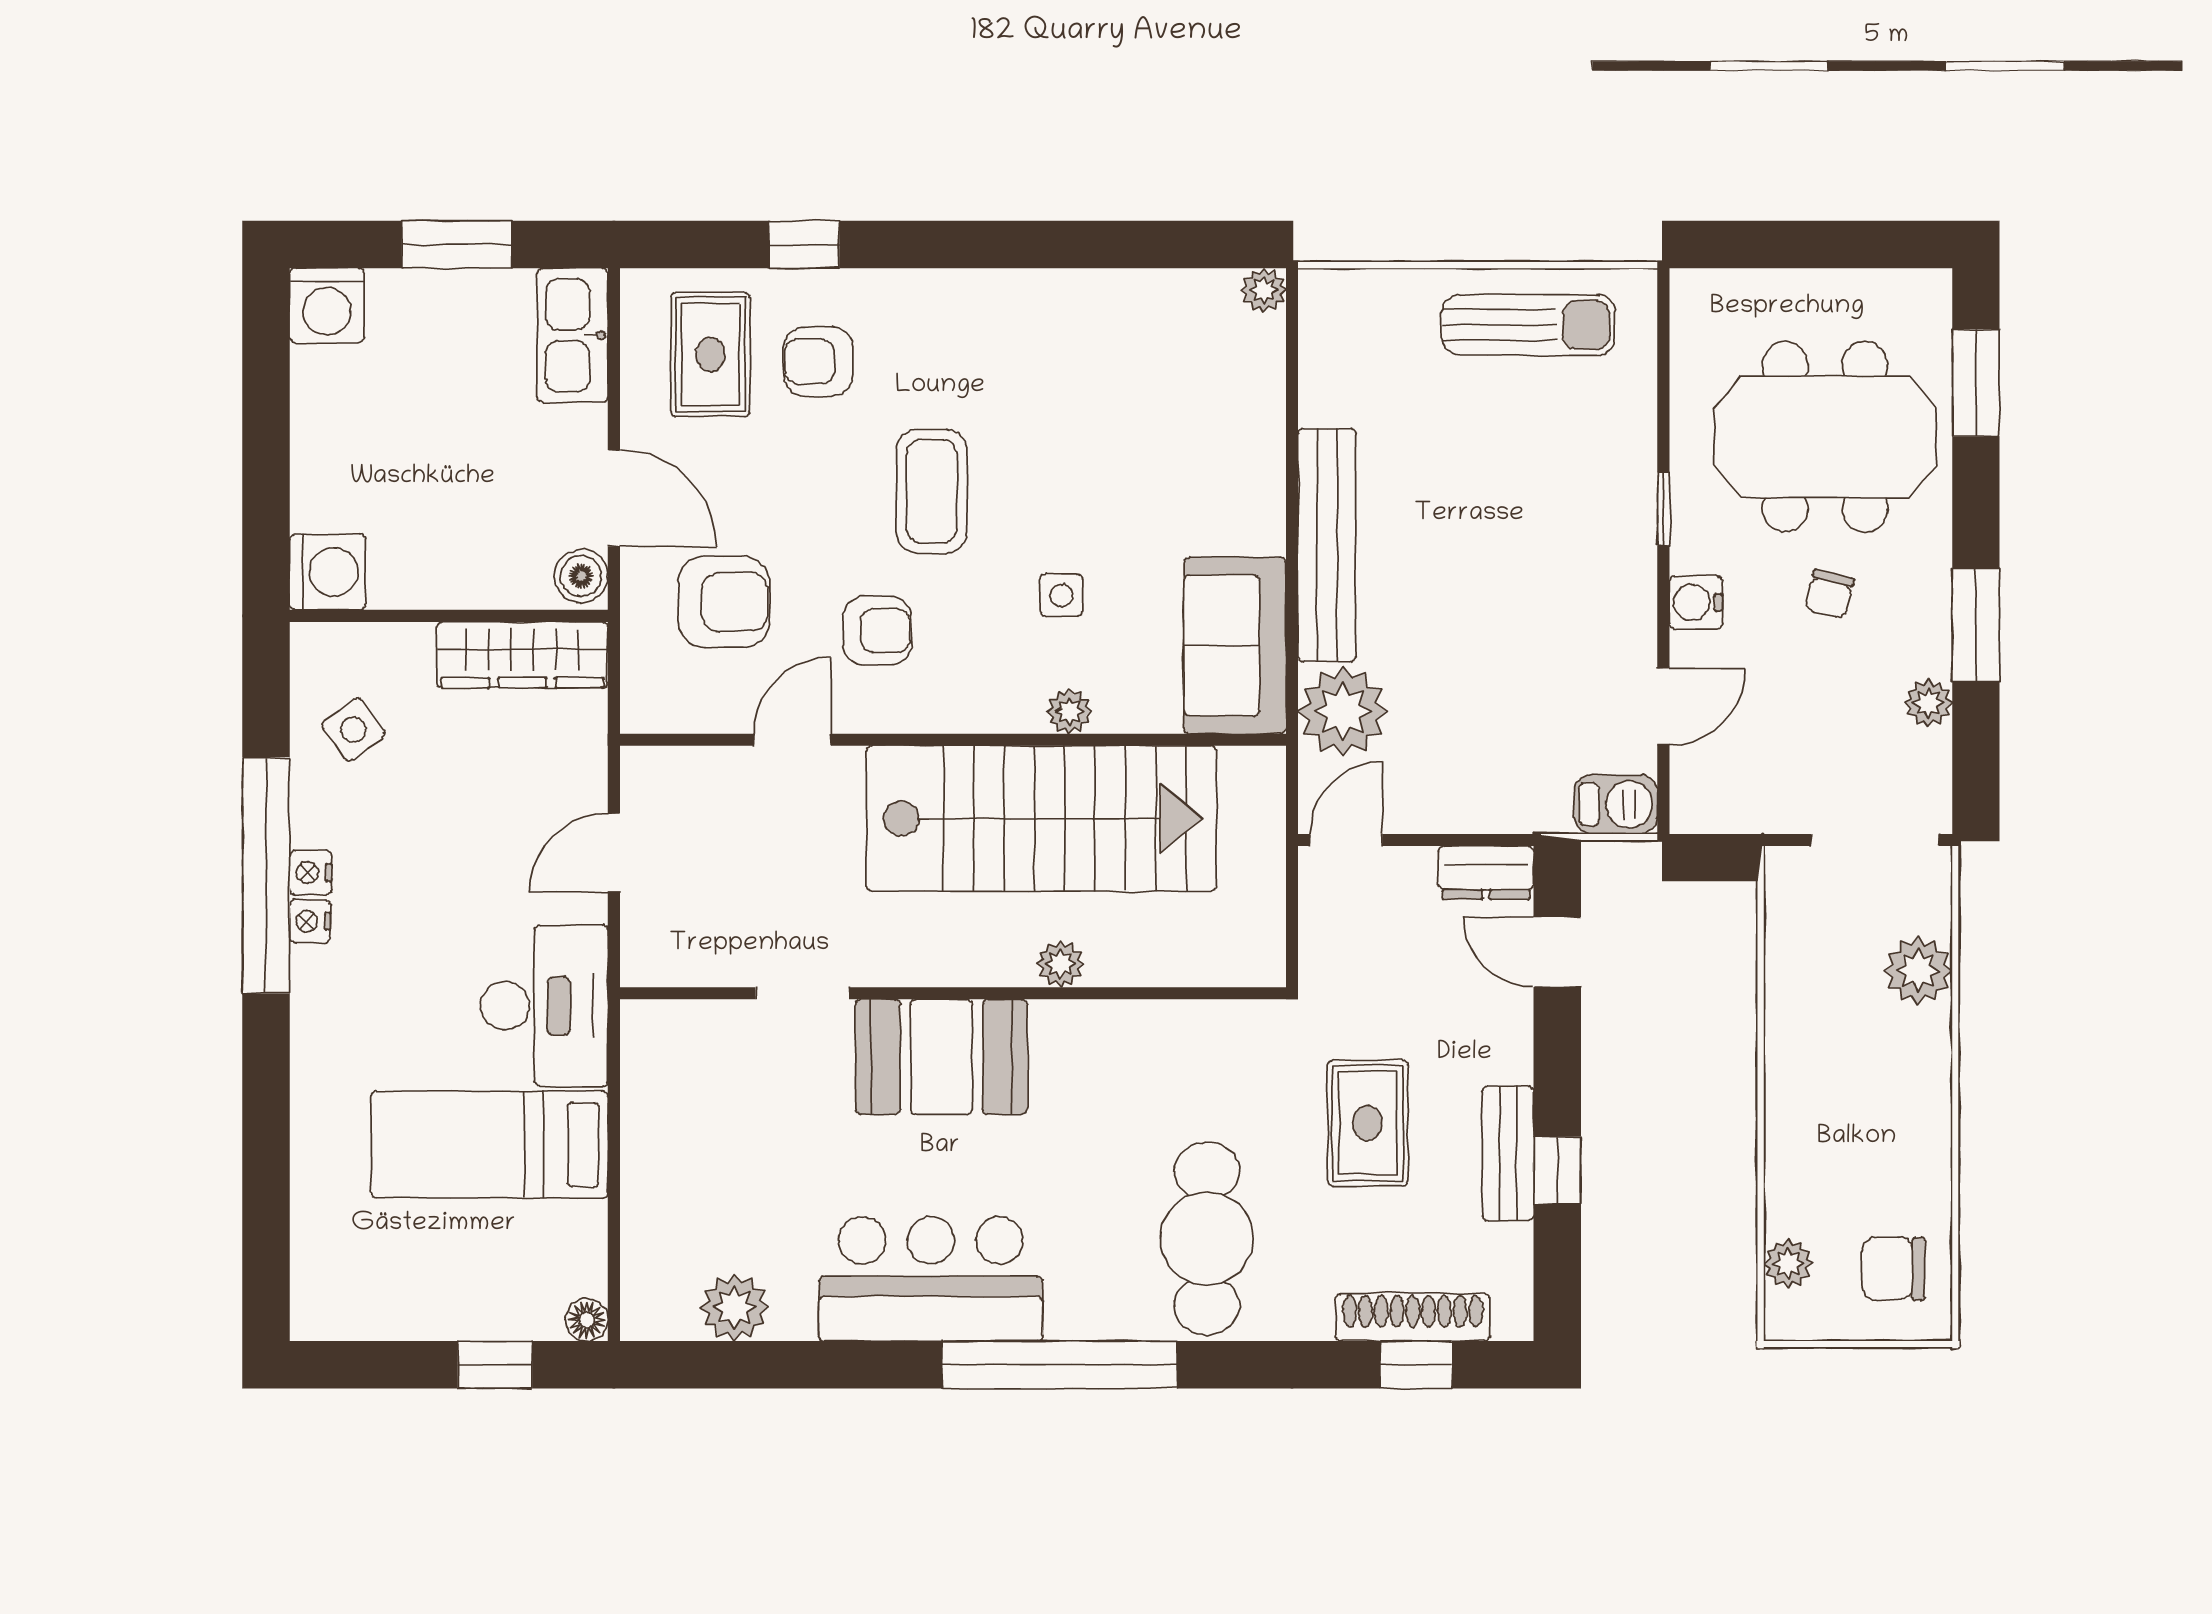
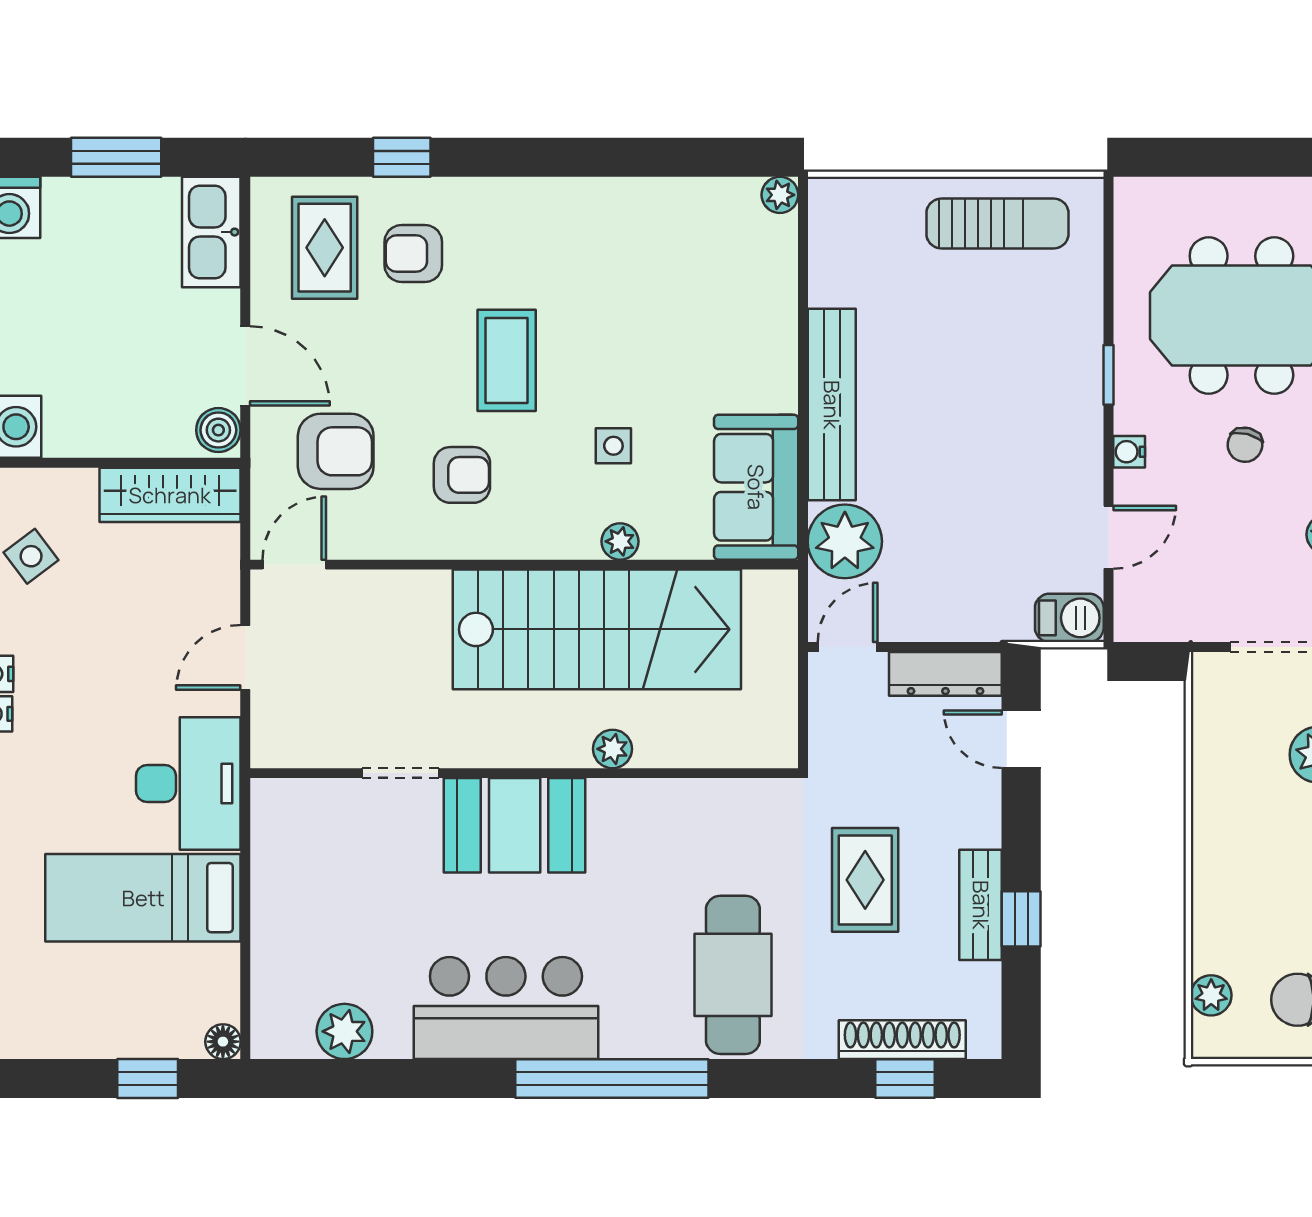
water cooler: (1696, 602) -> (1129, 452), width x0.72, depth x0.72
door: (793, 740) -> (294, 565), moved
dresser: (1486, 873) -> (945, 674), width x1.44

